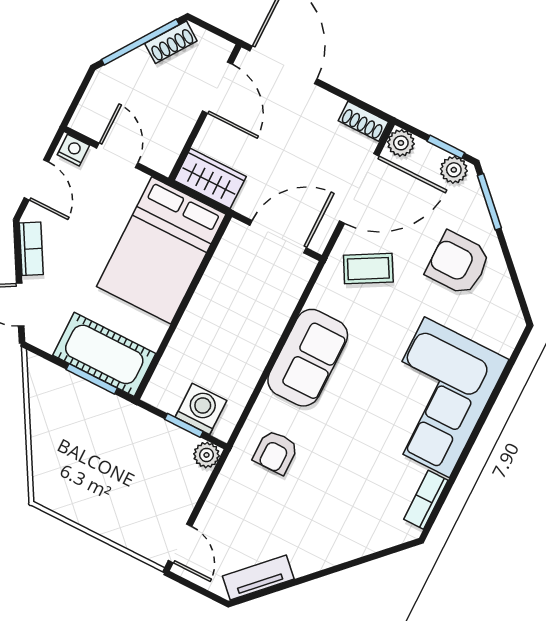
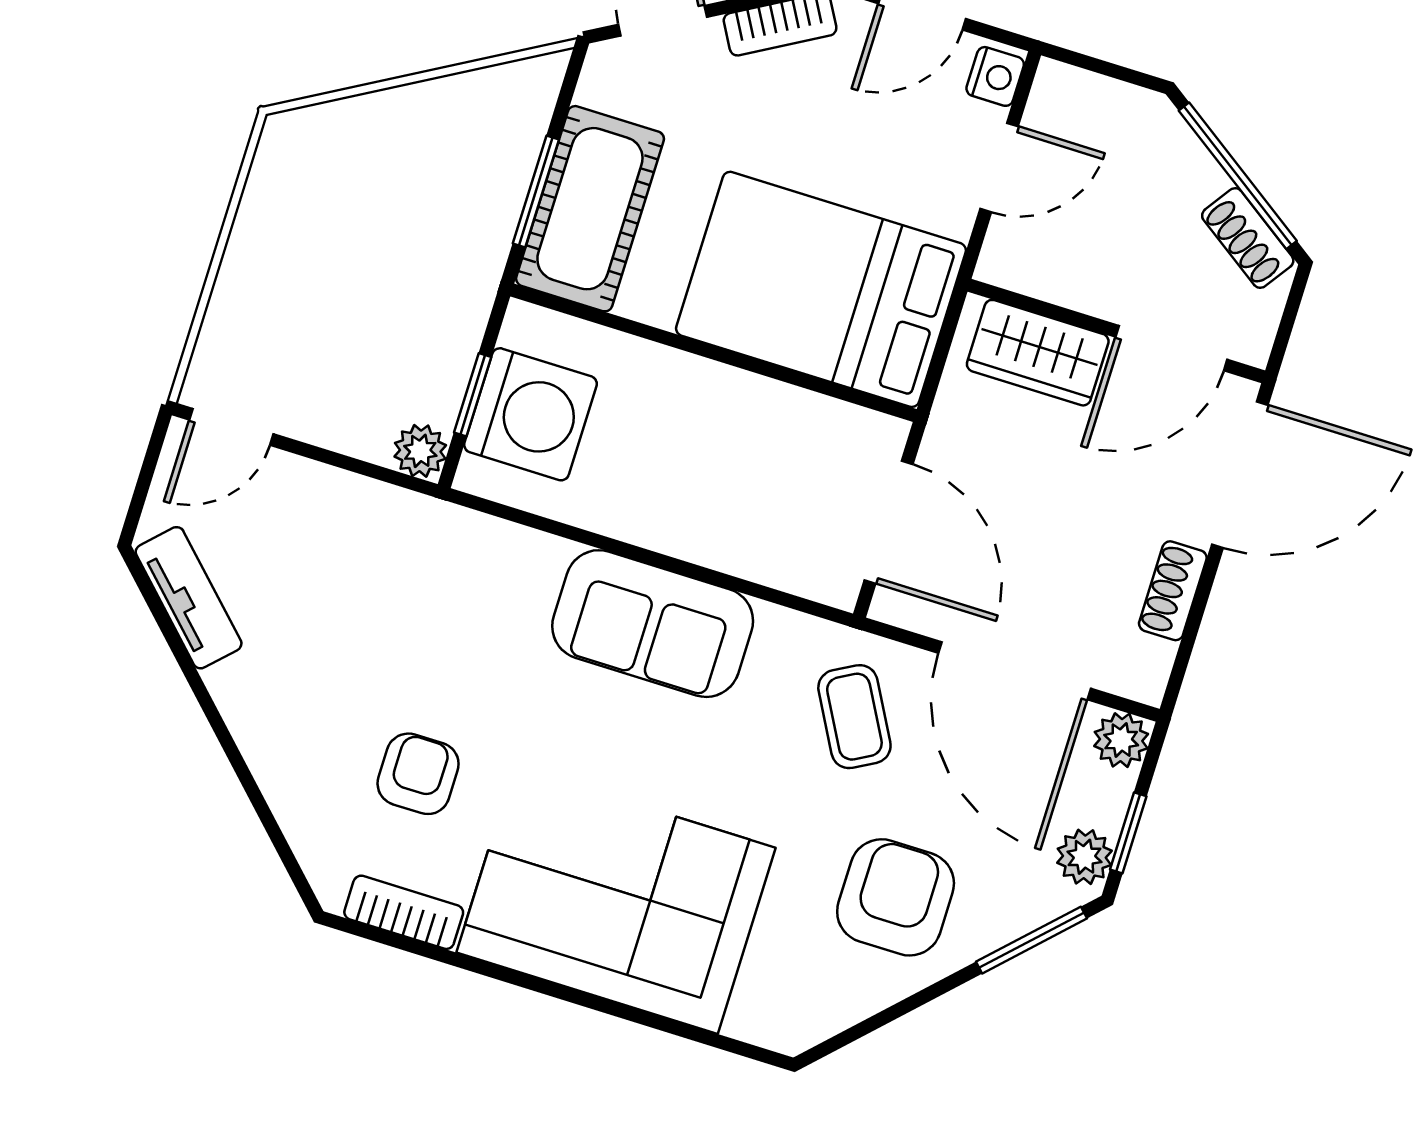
shoe rack: (363, 121) -> (1173, 591), moved
wardrobe: (210, 178) -> (1038, 353), moved, turned 90
washing machine: (201, 409) -> (531, 414), width x1.37, depth x1.37
armchair: (276, 452) -> (418, 774), moved, turned 90

